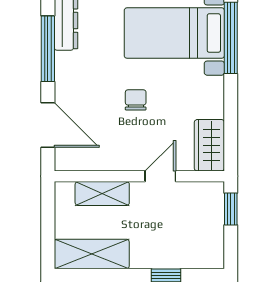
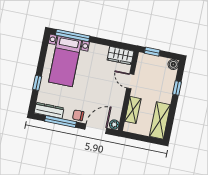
chair: (136, 100) -> (78, 115), moved
plant: (64, 161) -> (114, 124), added
boiler: (213, 258) -> (173, 64), added

